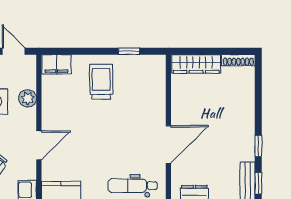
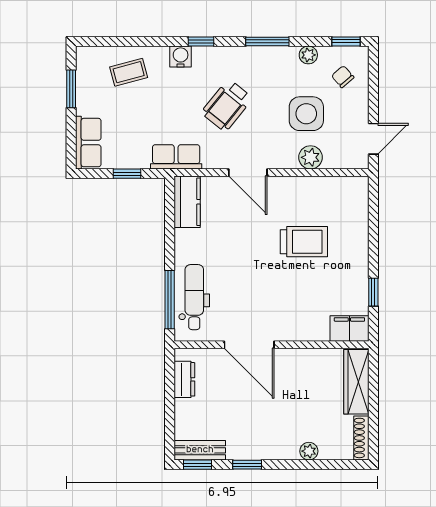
filing cabinet: (56, 64) -> (349, 329), moved, turned 90
trolley: (101, 82) -> (304, 242), moved
plant: (248, 100) -> (309, 451), added

